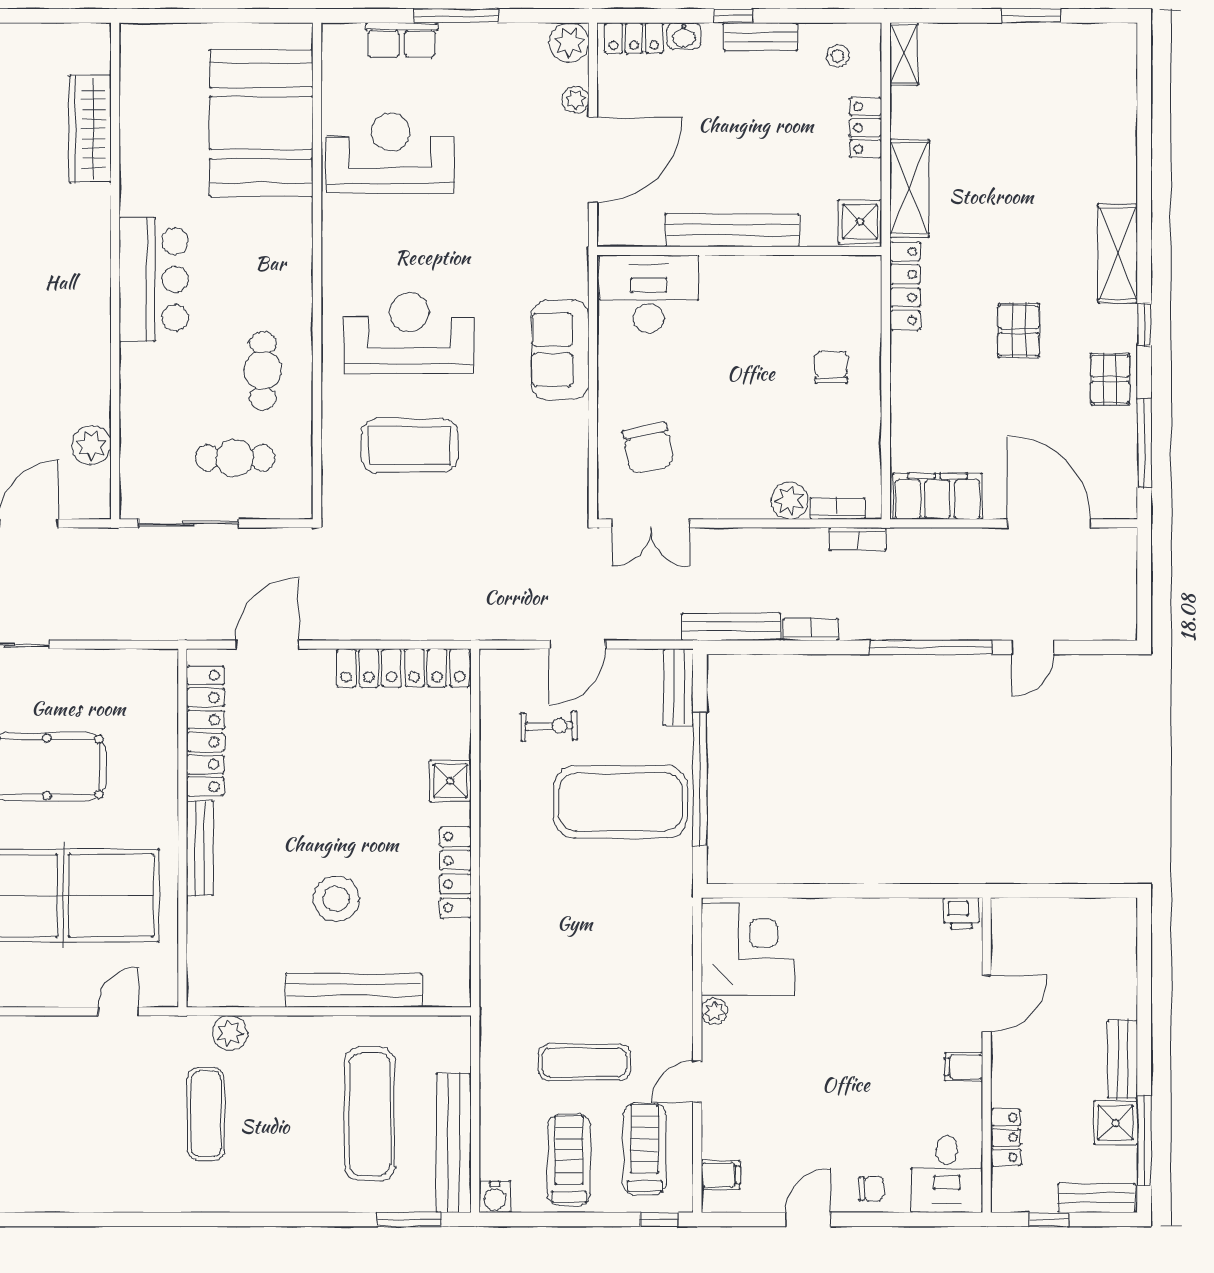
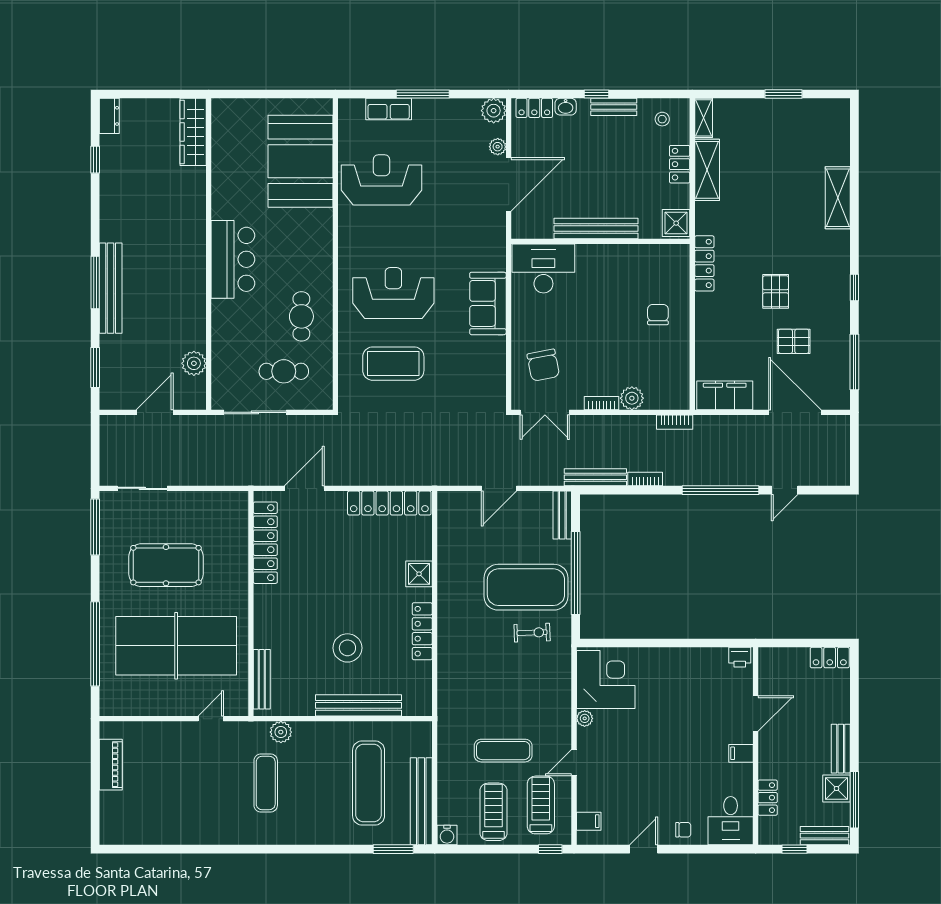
wardrobe: (90, 129) -> (193, 132), moved
shelving: (909, 188) -> (707, 170), moved
shelving: (1118, 253) -> (838, 198), moved
pallet: (1110, 379) -> (794, 341), moved, turned 90
bookcase: (838, 509) -> (602, 403), moved
exercise bike: (549, 726) -> (532, 633), moved
bench: (200, 848) -> (262, 679), moved
locker: (1105, 914) -> (830, 658), added

